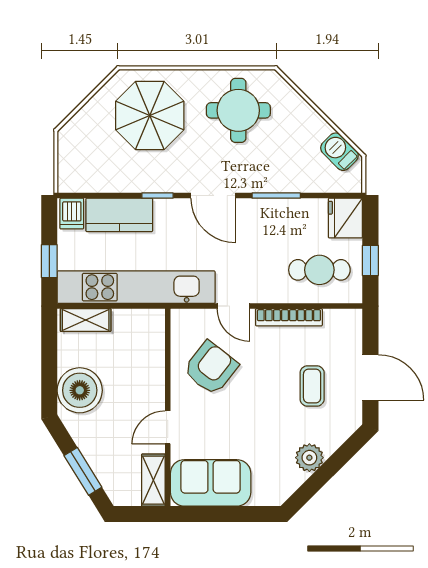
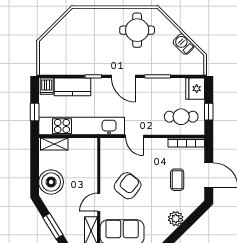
parasol: (150, 116) -> (89, 33), removed
barbecue: (339, 152) -> (184, 44), moved
bookcase: (289, 317) -> (186, 142), moved
armchair: (211, 368) -> (128, 186), moved

